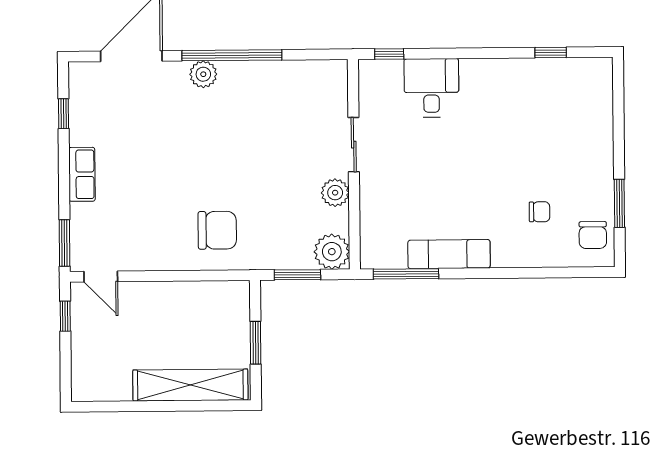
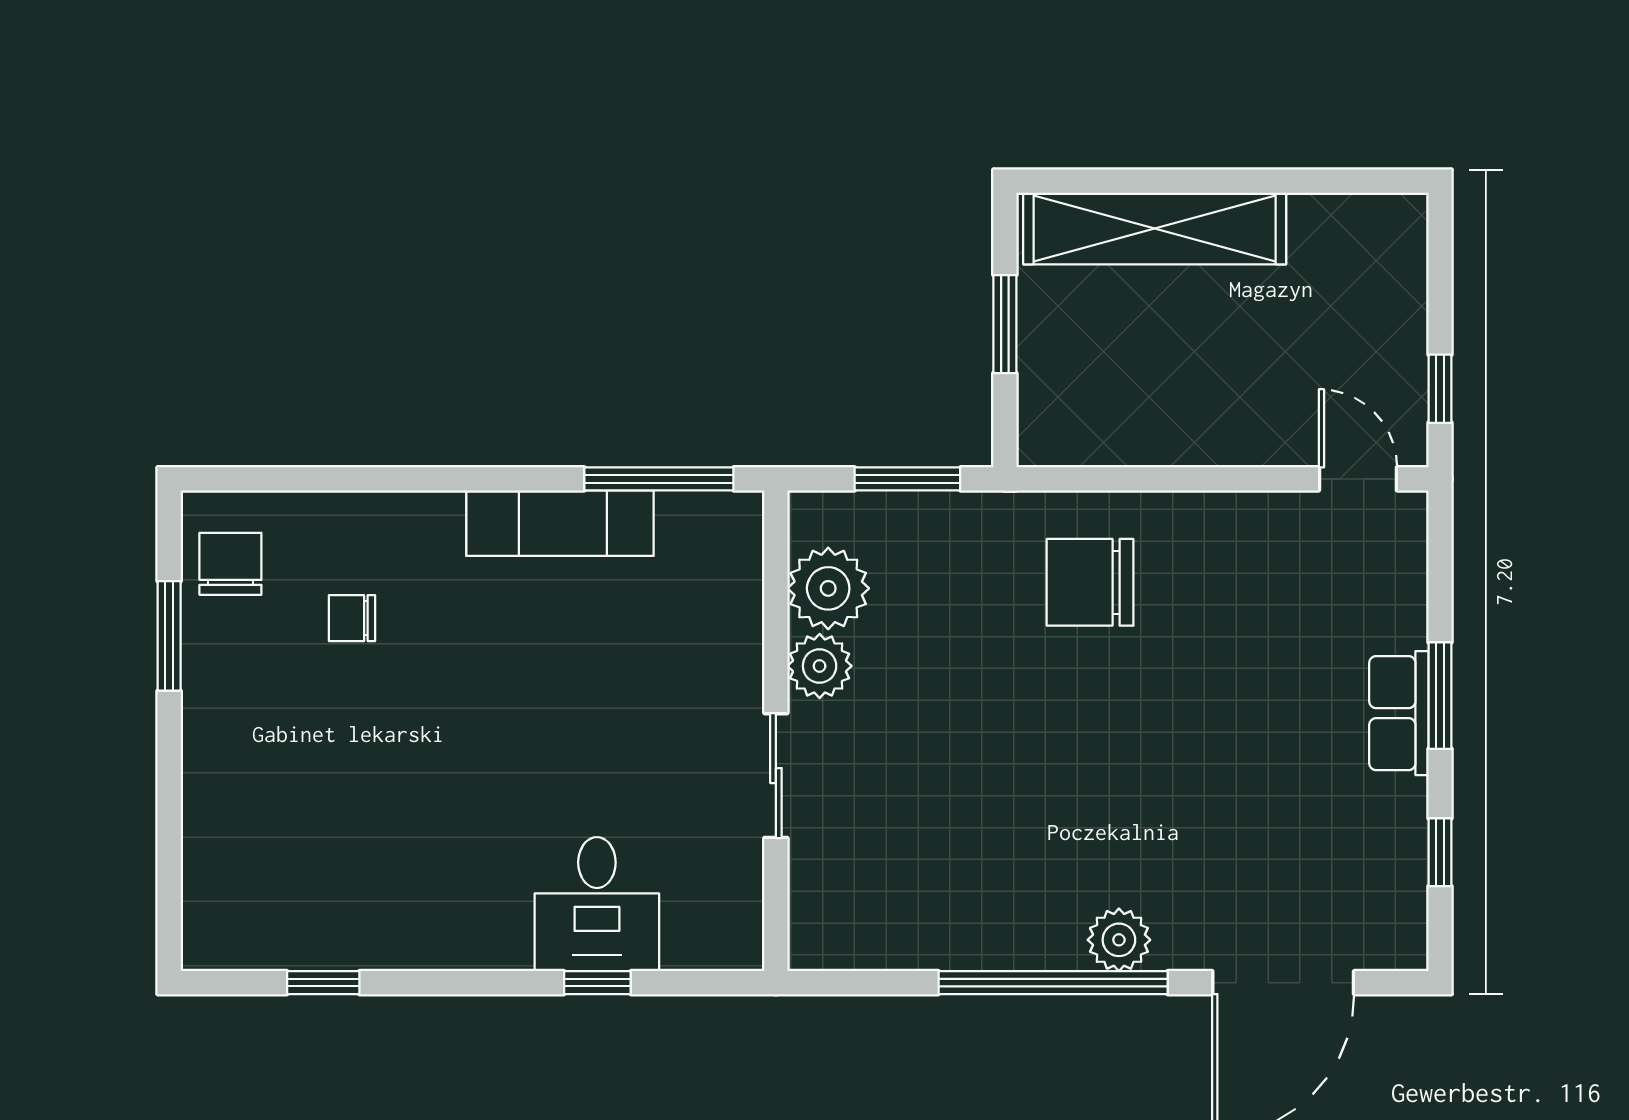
window: (389, 54) -> (597, 983), moved
window: (65, 243) -> (1440, 696), moved
plant: (332, 252) -> (828, 588), moved

